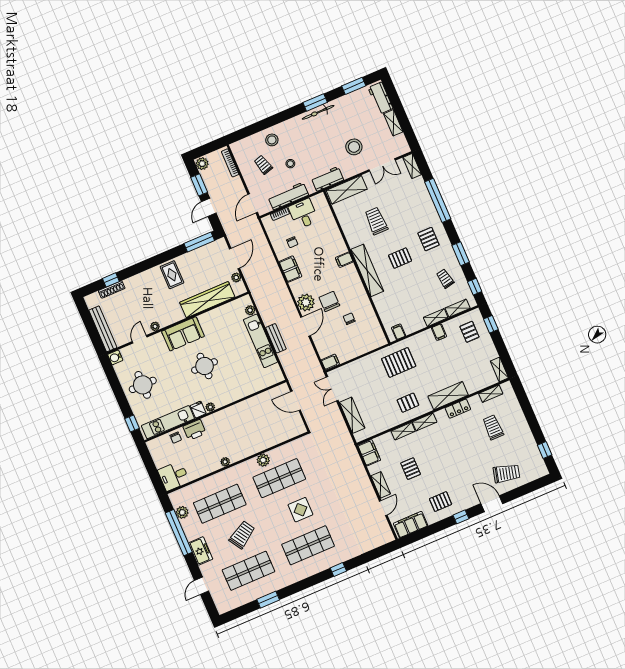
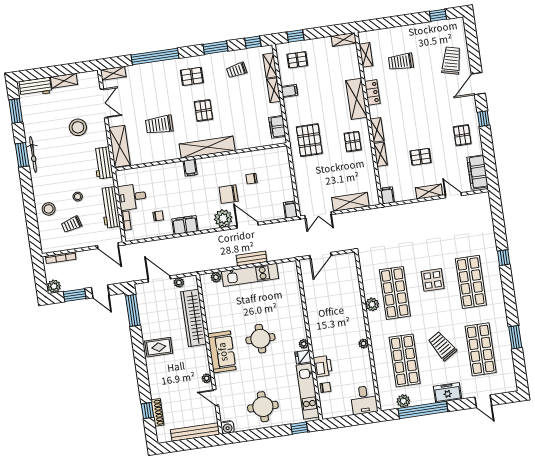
filing cabinet: (398, 332) -> (277, 127), width x2.00
filing cabinet: (369, 453) -> (387, 195), width x0.50

